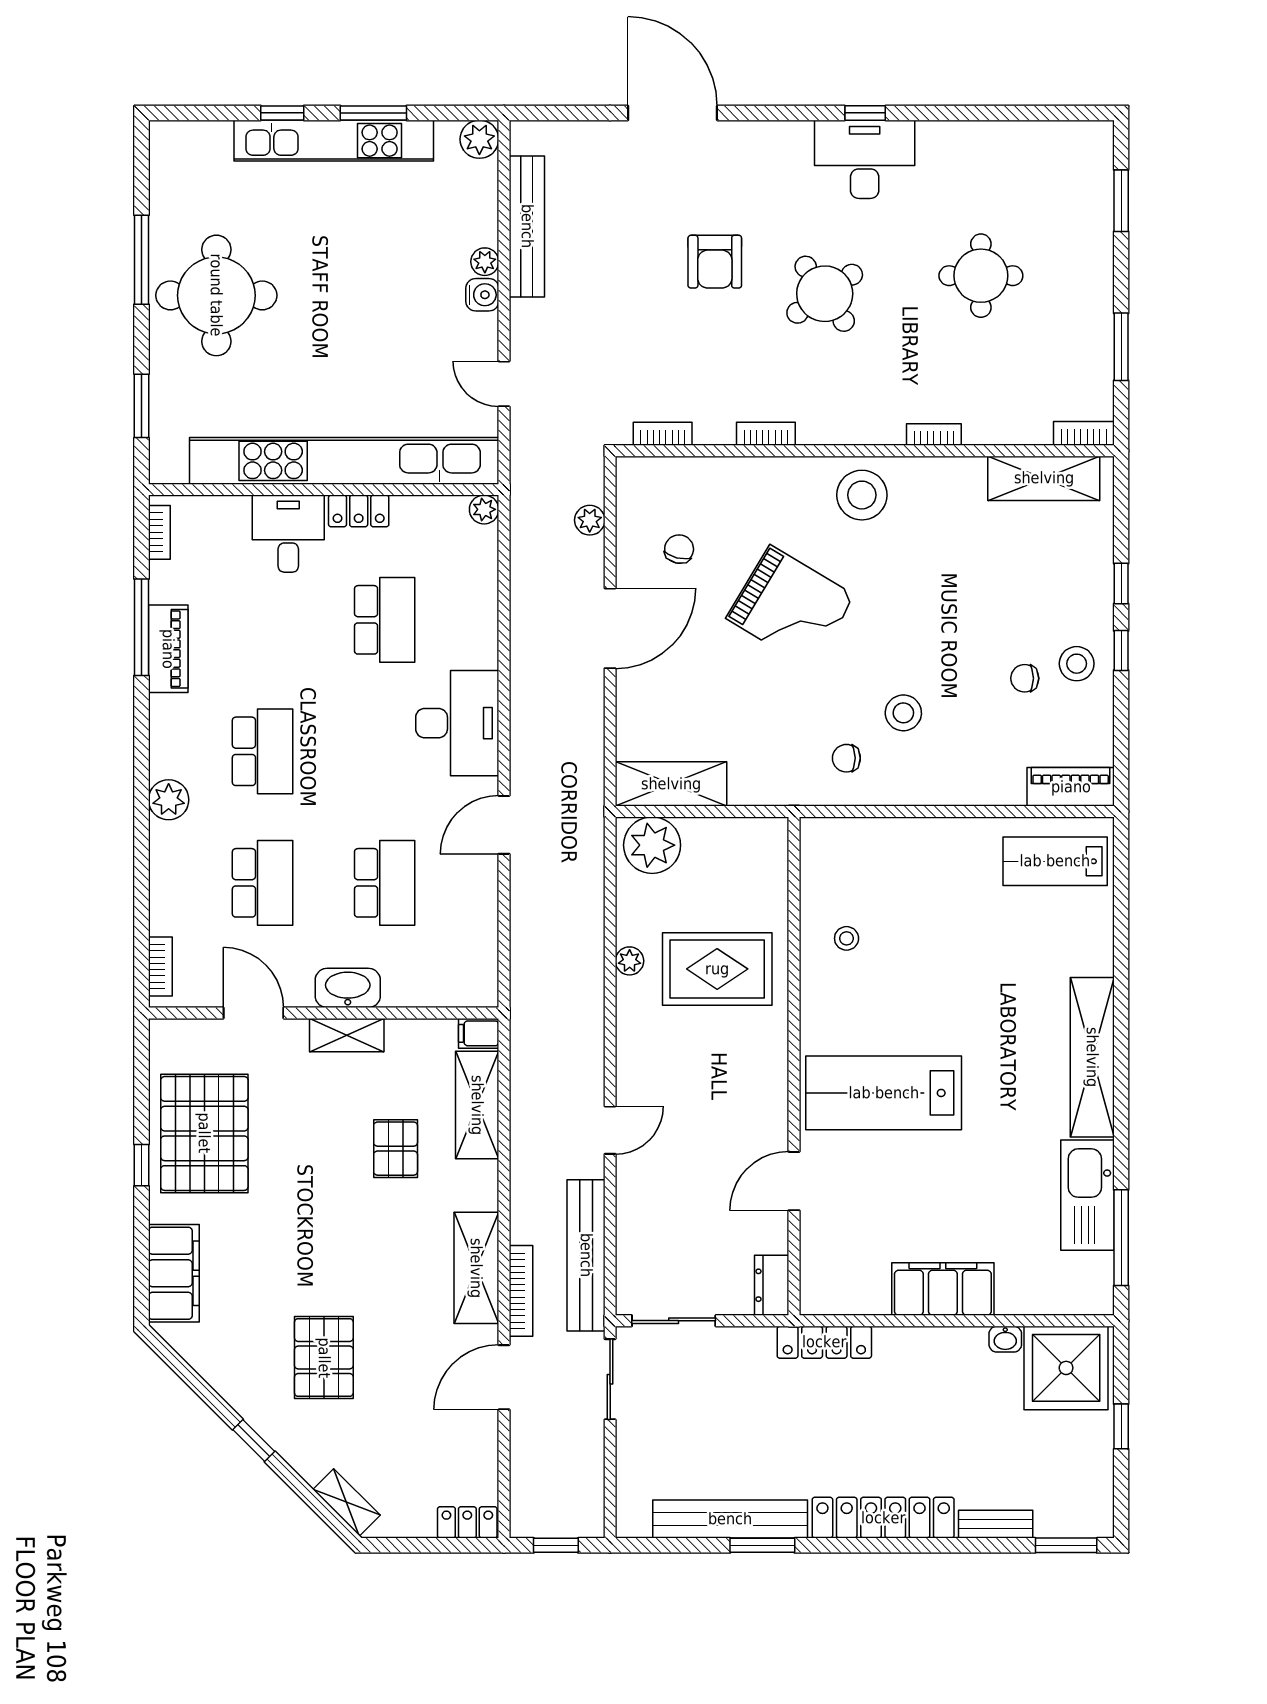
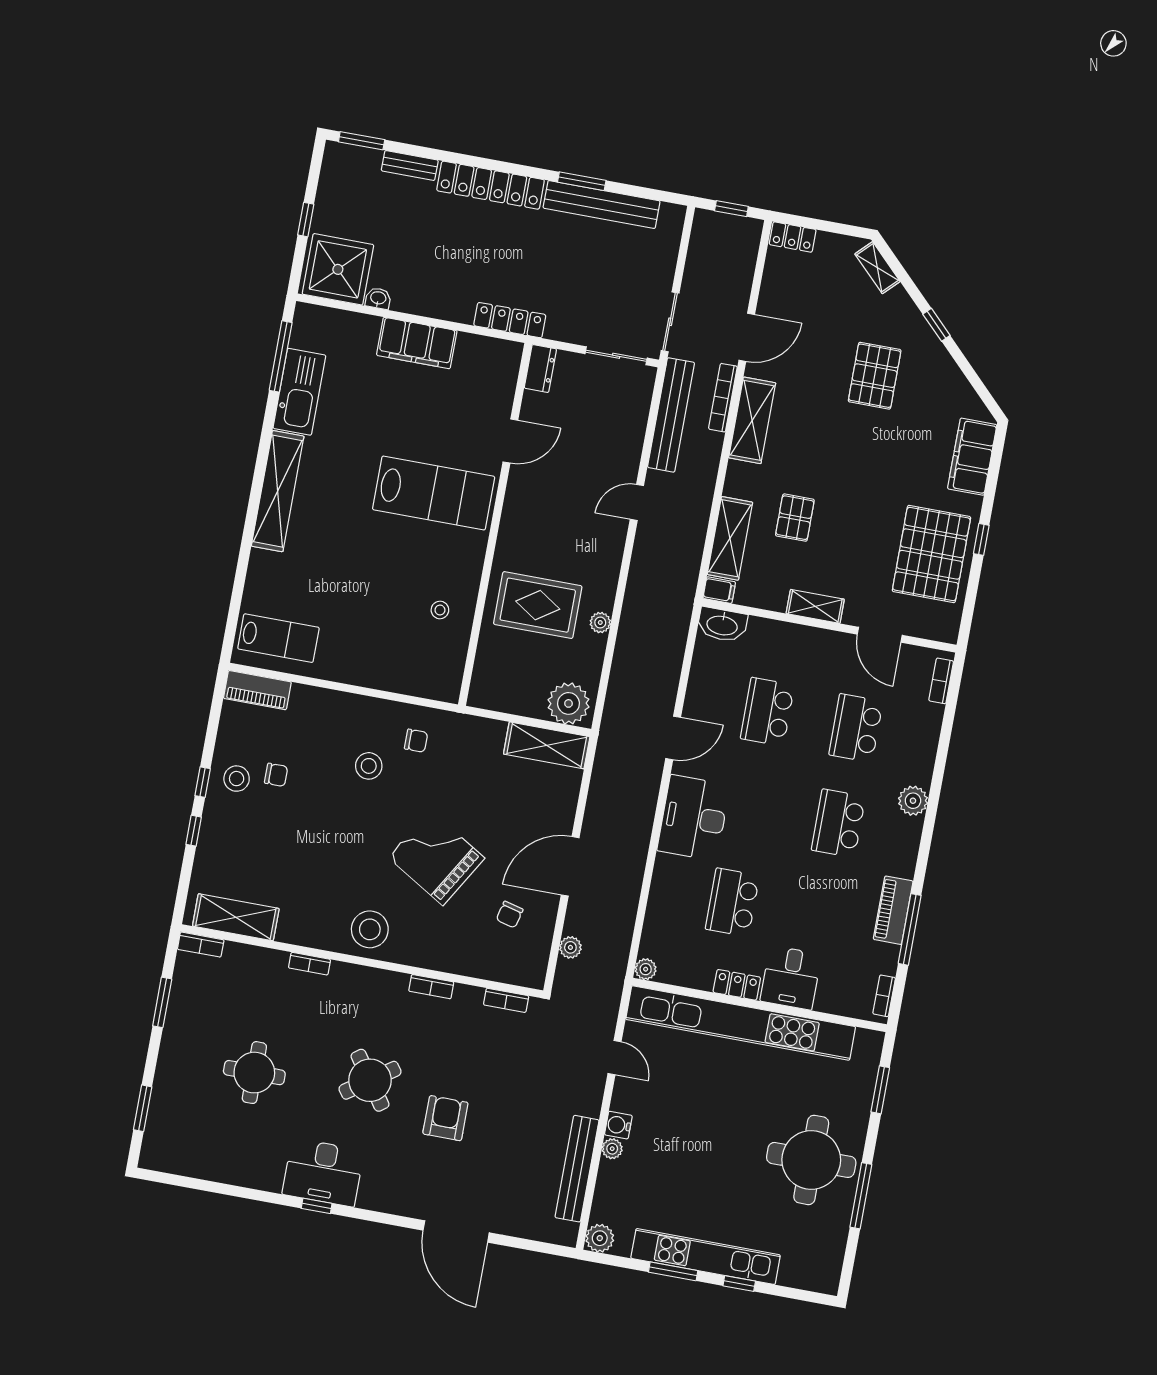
washbasin: (348, 988) -> (722, 625), moved

